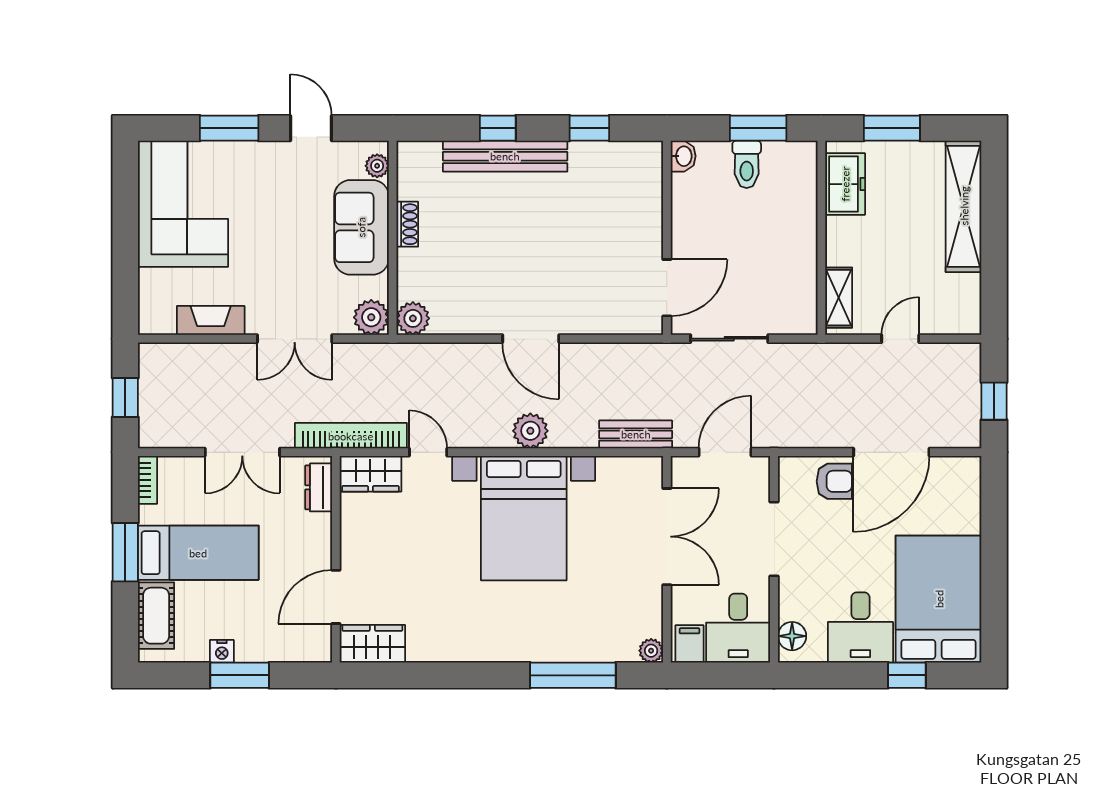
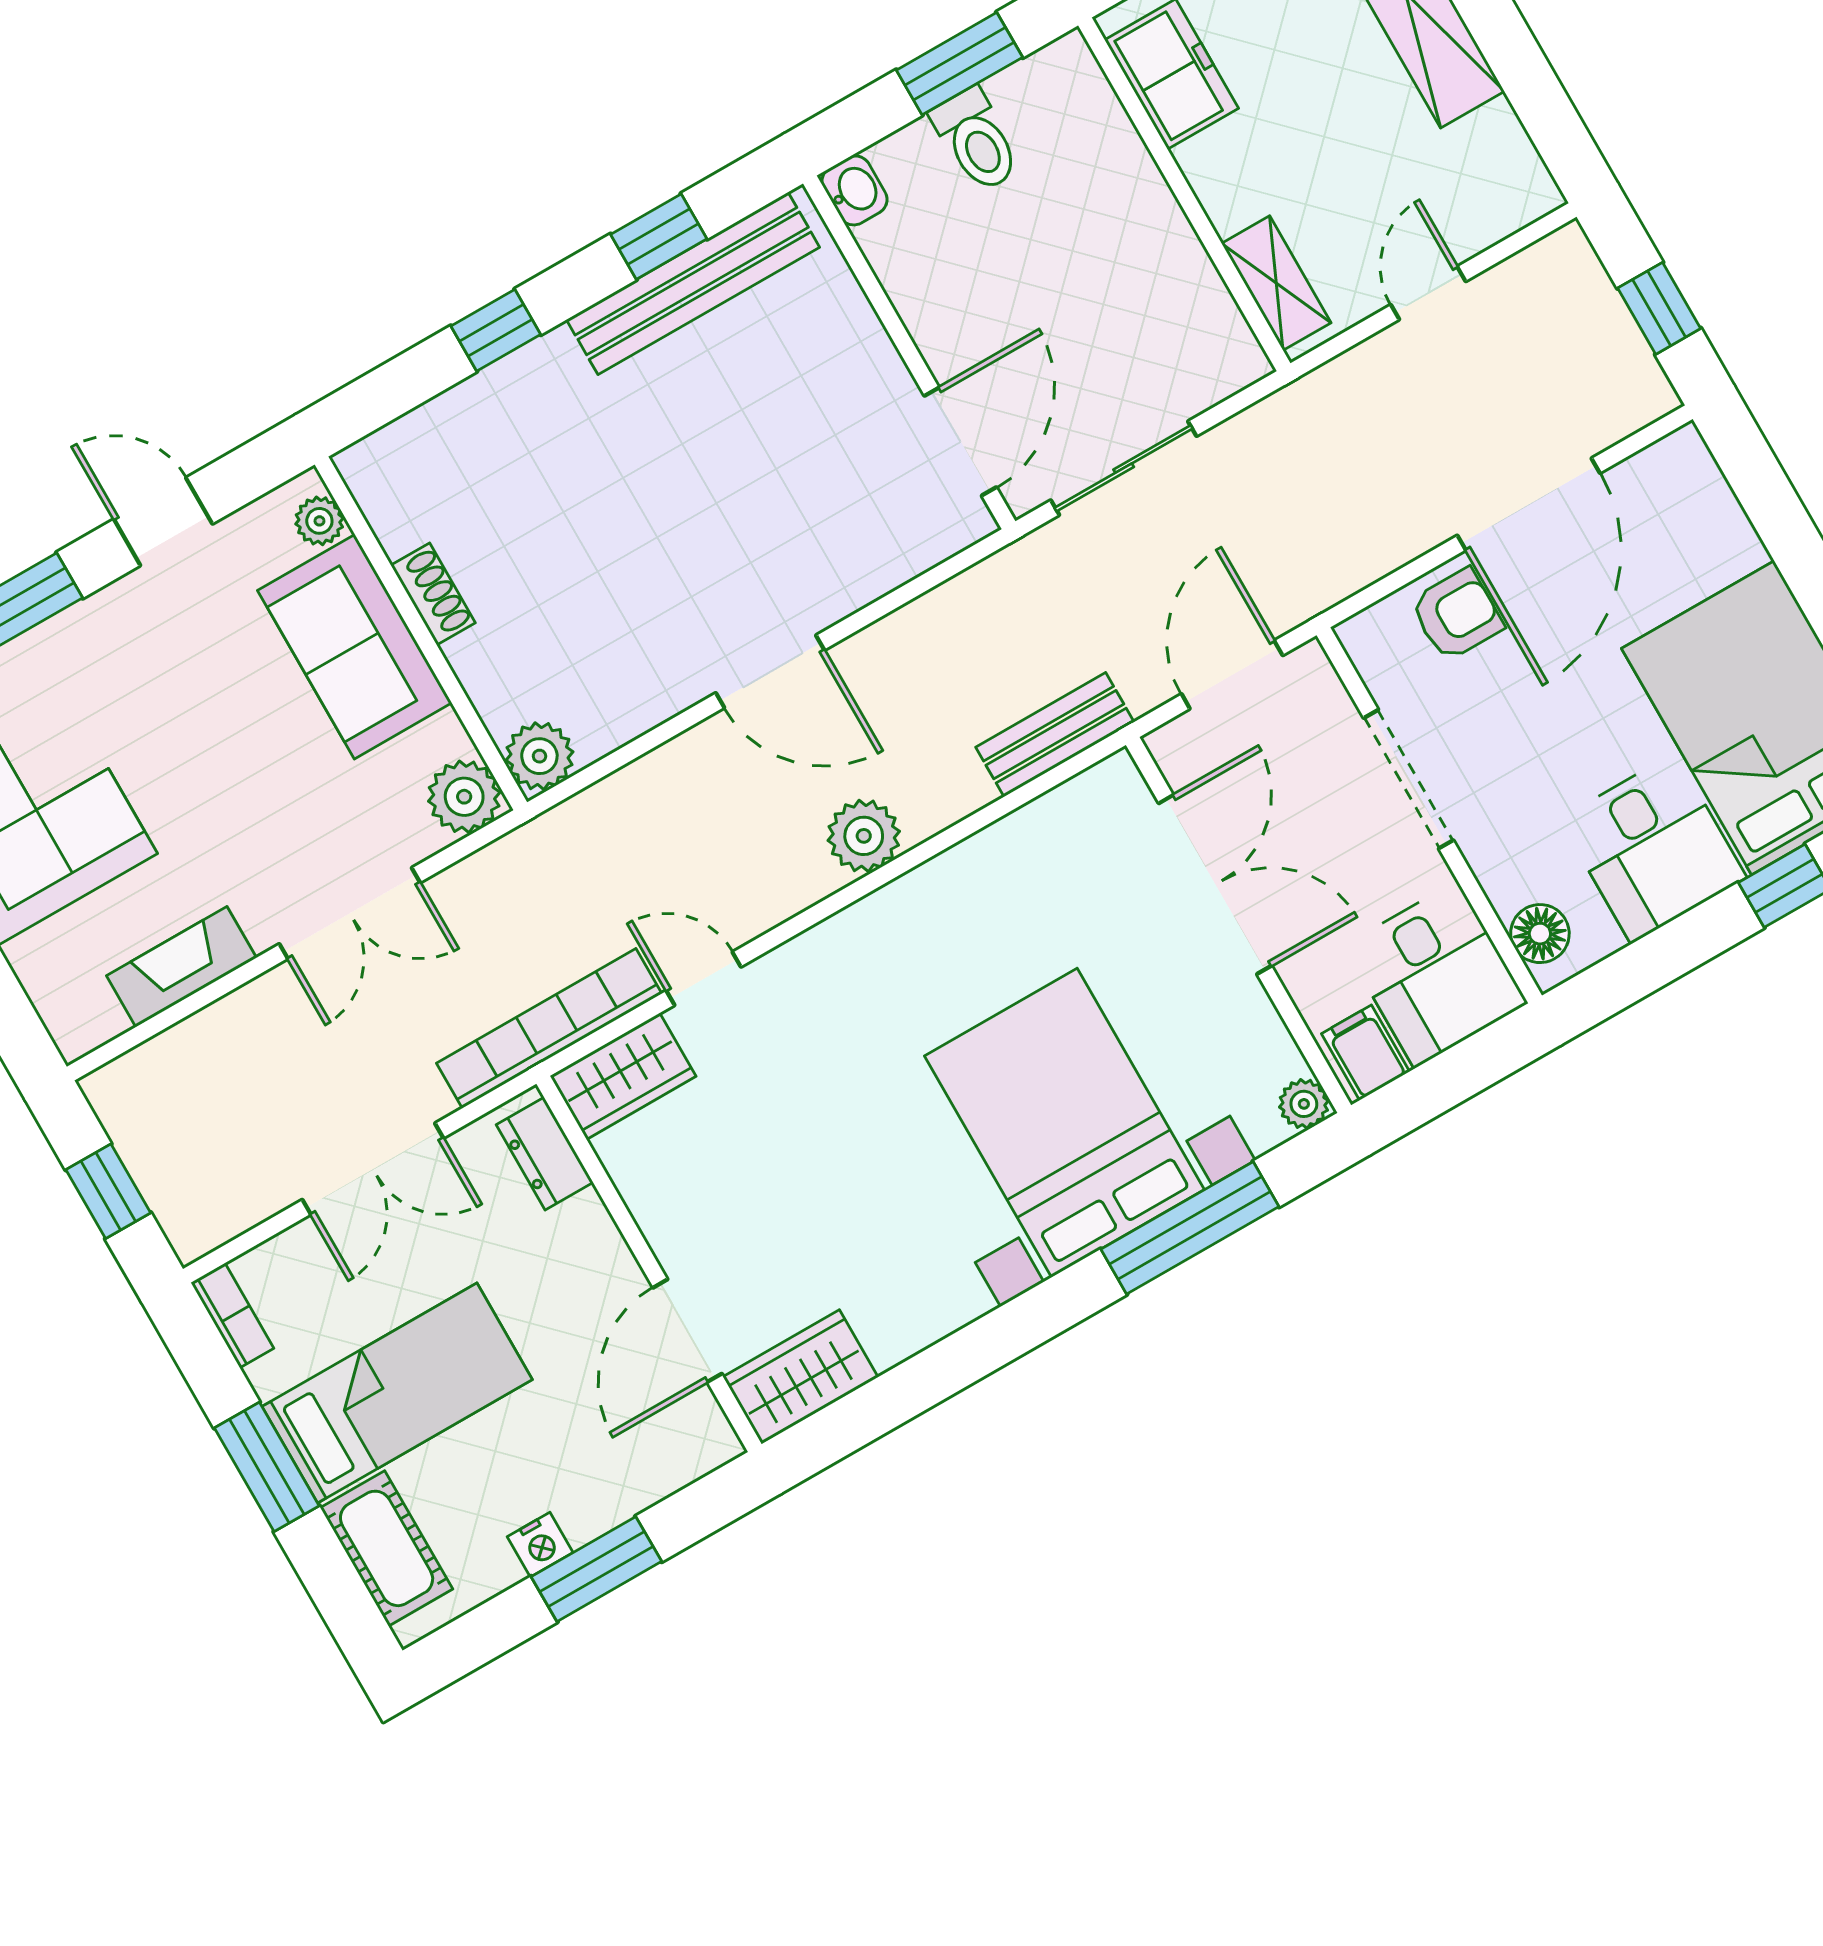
bench: (505, 156) -> (693, 283), moved
bed with nightstands: (524, 518) -> (1064, 1123), moved, turned 180

